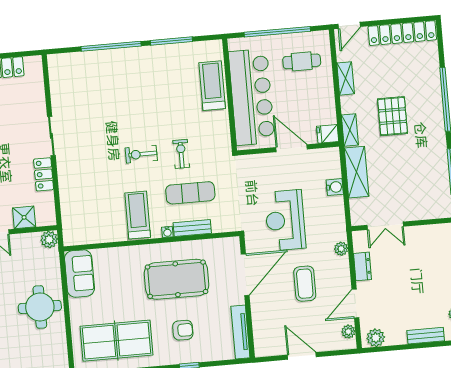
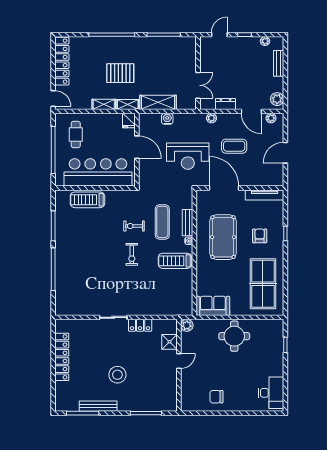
shelving: (346, 78) -> (104, 104), moved
door: (292, 148) -> (137, 147), swing flipped

